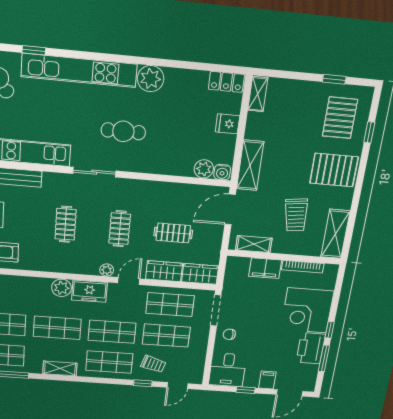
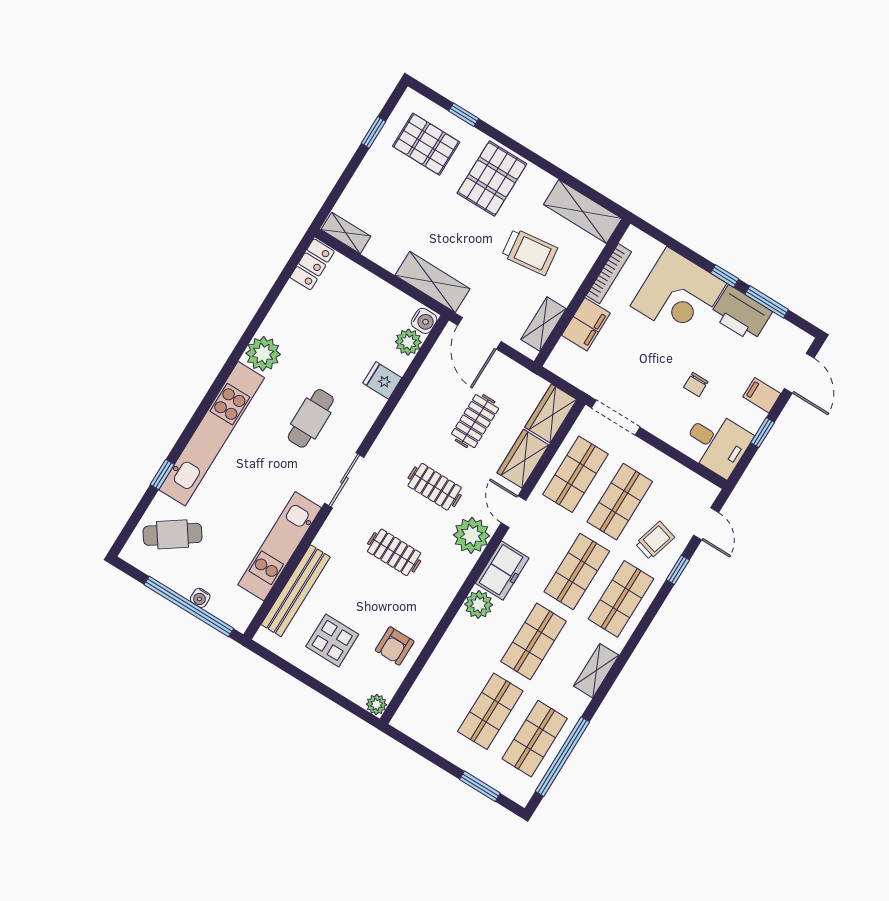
fridge: (227, 124) -> (382, 380), moved, turned 90
plant: (107, 270) -> (472, 535), width x1.88, depth x1.88
chair: (229, 334) -> (696, 384), moved

